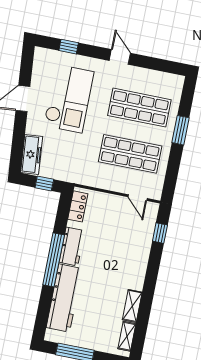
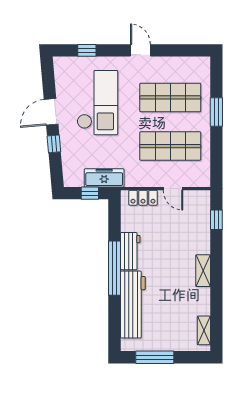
window: (19, 130) -> (54, 144), added
freezer: (32, 154) -> (104, 178), moved, turned -85
door: (138, 198) -> (173, 189), moved
locker: (78, 206) -> (143, 198), moved, turned 90
shelving: (132, 306) -> (203, 271), moved

